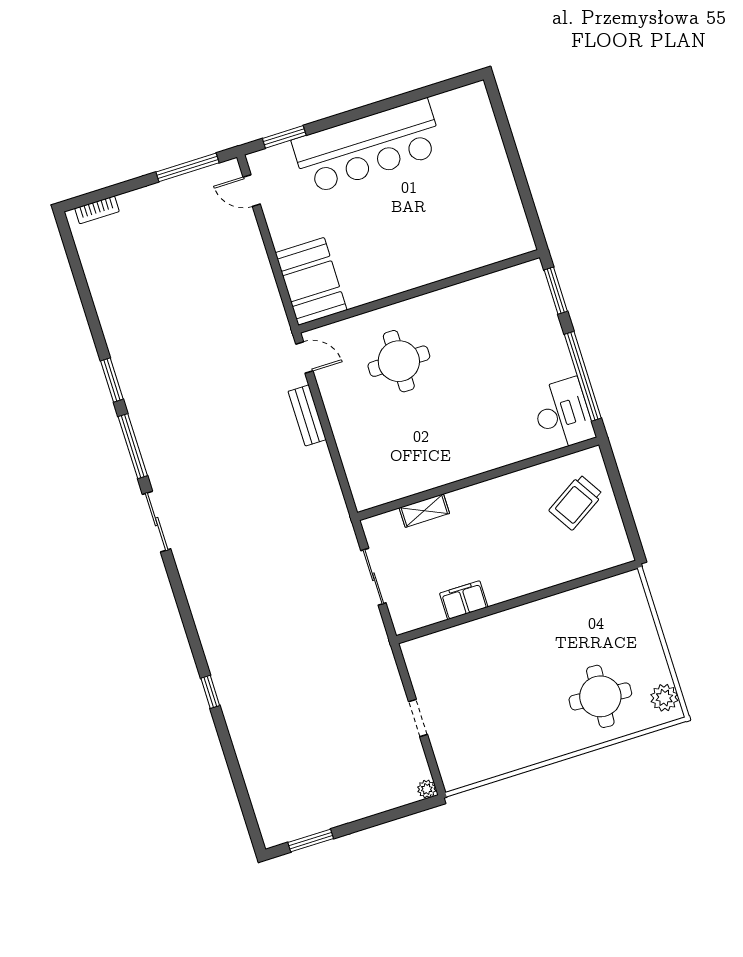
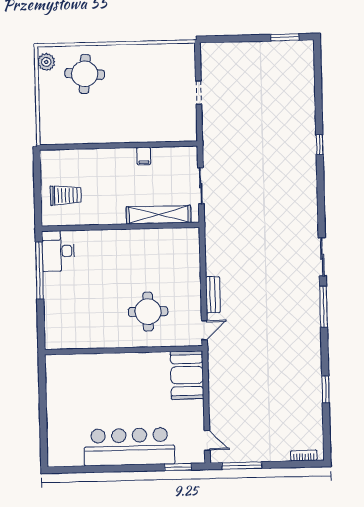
window: (556, 291) -> (41, 327), removed
door: (304, 357) -> (204, 330), swing flipped
window: (112, 380) -> (326, 389), moved
trolley: (576, 502) -> (66, 195), turned 32
shelving: (424, 511) -> (159, 215), width x2.20, depth x1.33
filing cabinet: (464, 600) -> (144, 156), width x0.50
plant: (427, 789) -> (206, 48), removed

